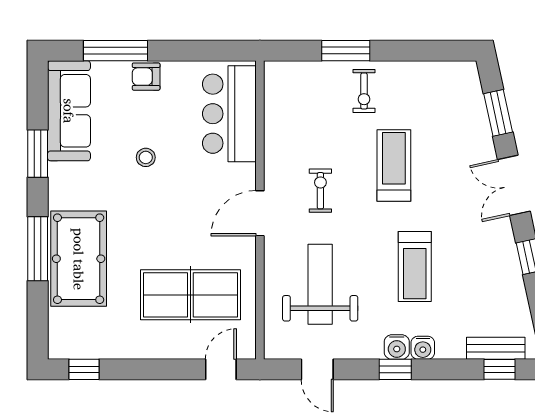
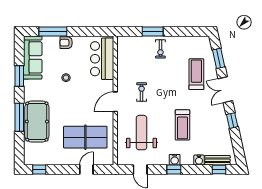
treadmill: (394, 165) -> (196, 74), moved
water cooler: (423, 348) -> (199, 160), moved
door: (221, 369) -> (86, 169), moved

